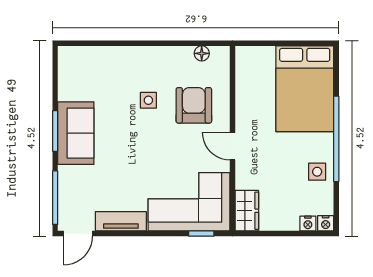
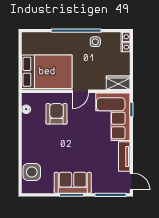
bed: (305, 89) -> (47, 72), moved
side table: (148, 100) -> (32, 172), moved, width x1.87, depth x1.87
armchair: (194, 105) -> (56, 114), turned 90

